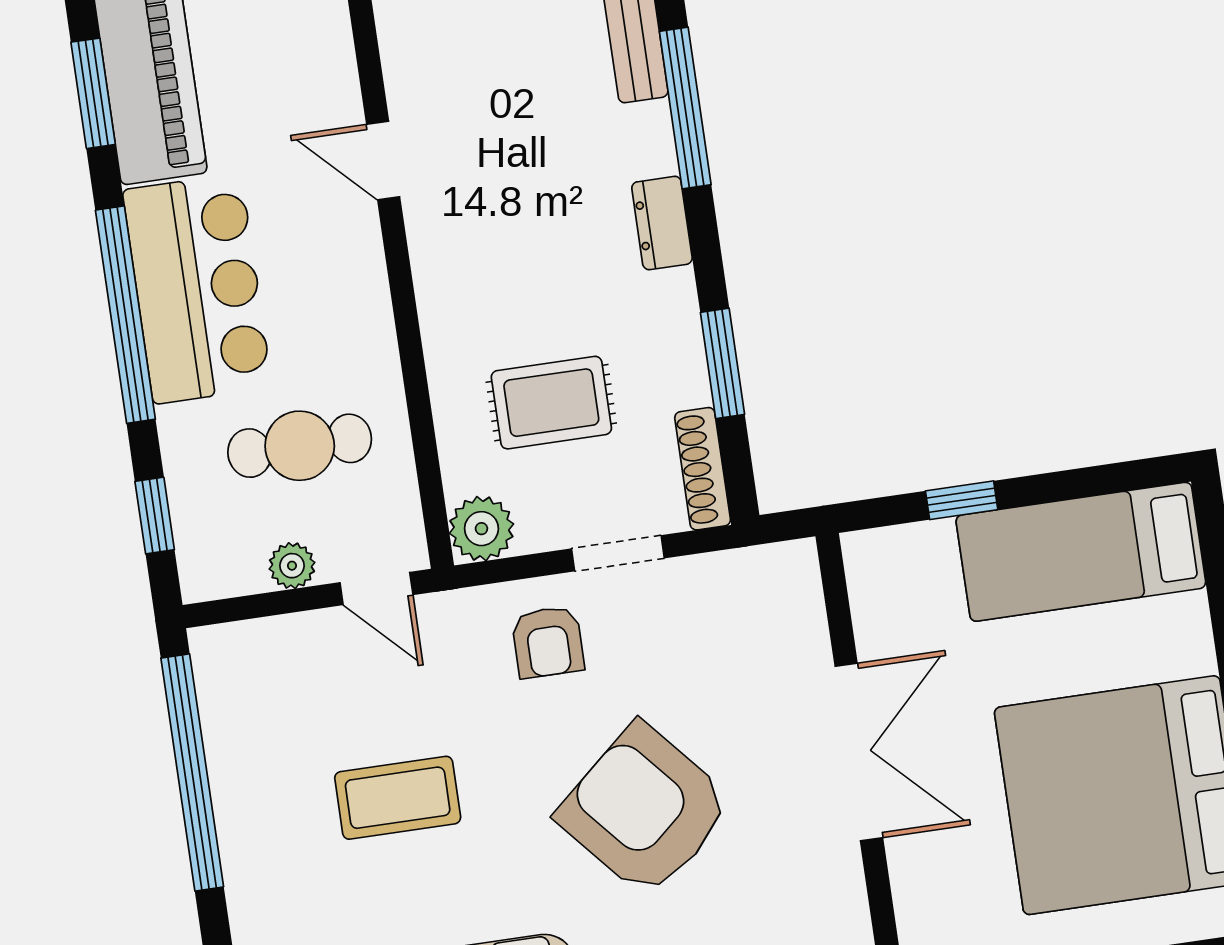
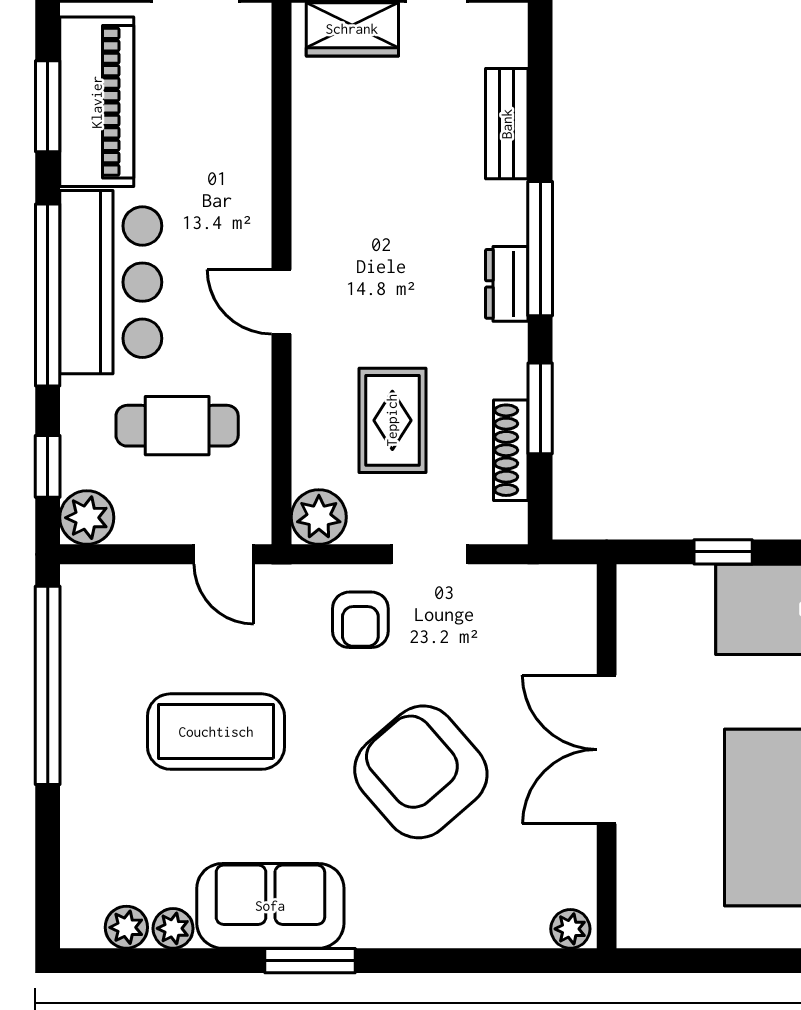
window: (685, 108) -> (540, 249), moved
door: (383, 161) -> (282, 302), moved
rug: (551, 403) -> (392, 420), turned 90
shoe rack: (703, 469) -> (511, 450), moved
plant: (292, 566) -> (87, 518), moved, width x1.38, depth x1.38
double door: (859, 752) -> (607, 750), swing flipped
coffee table: (398, 798) -> (216, 732), width x1.36, depth x1.32

